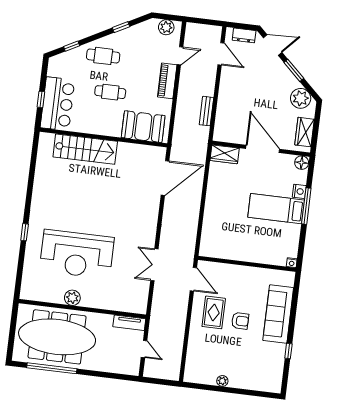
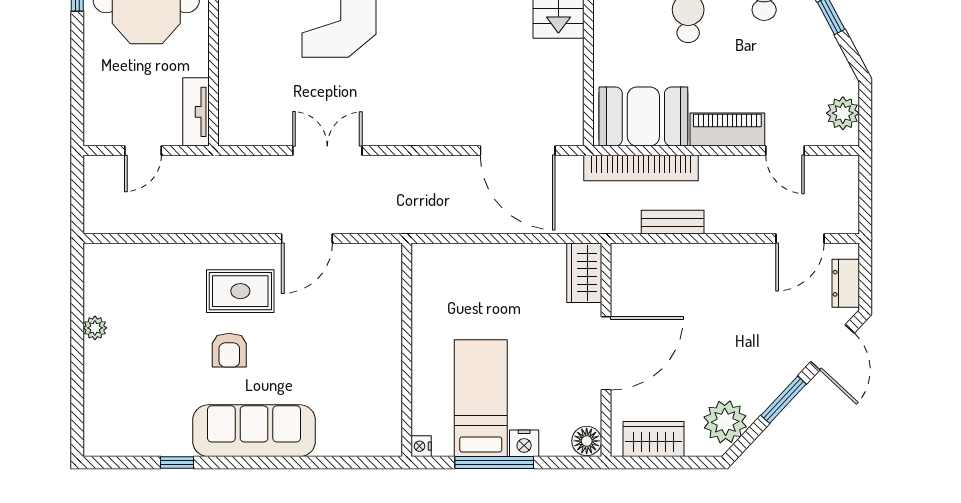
bookcase: (180, 122) -> (641, 168), added
booth: (143, 127) -> (643, 117), moved, turned 90
nightstand: (292, 263) -> (421, 446), moved
wall: (247, 264) -> (407, 350), moved

